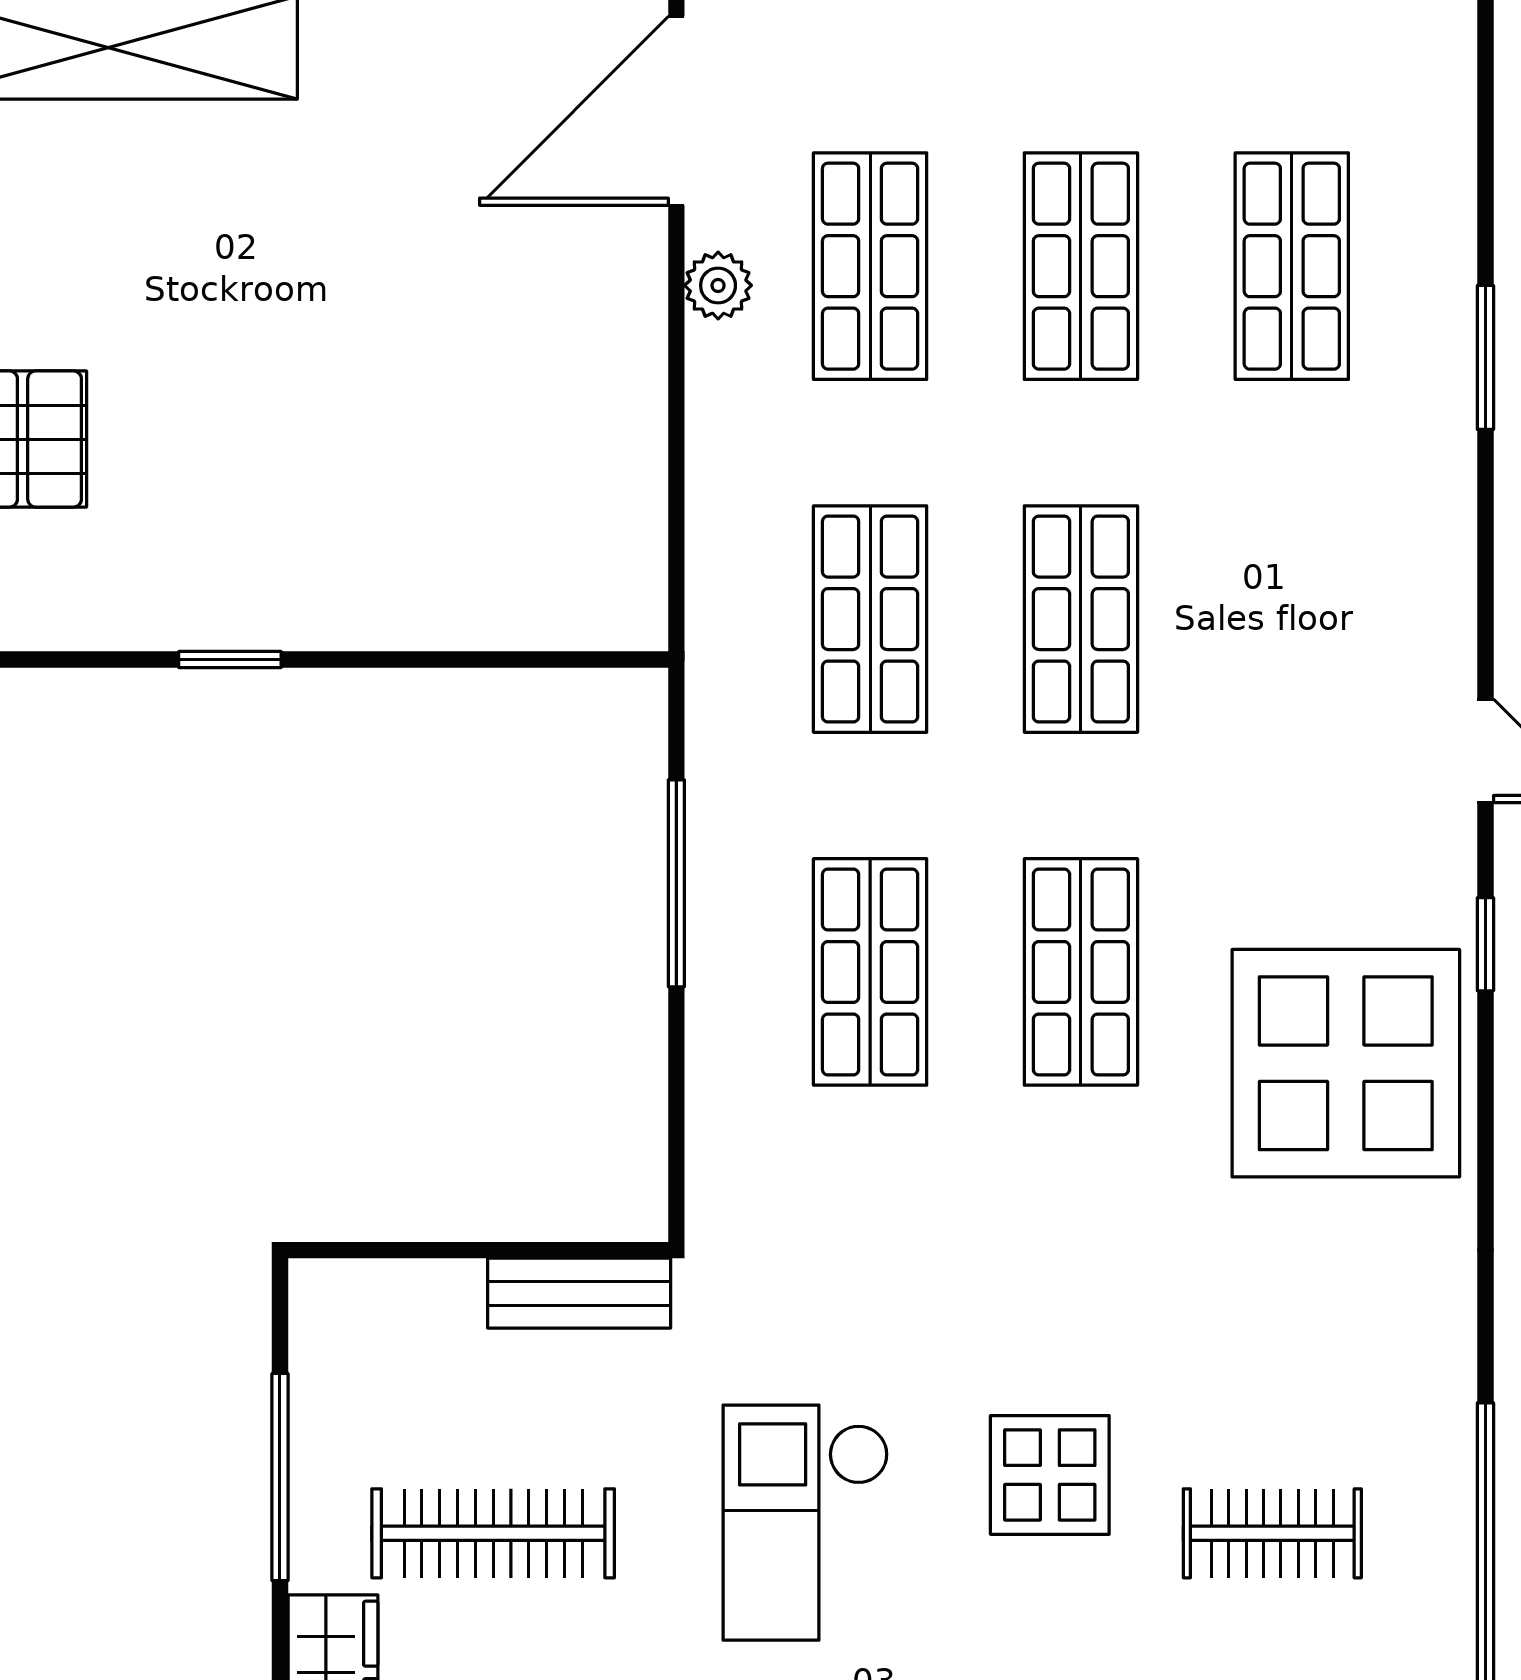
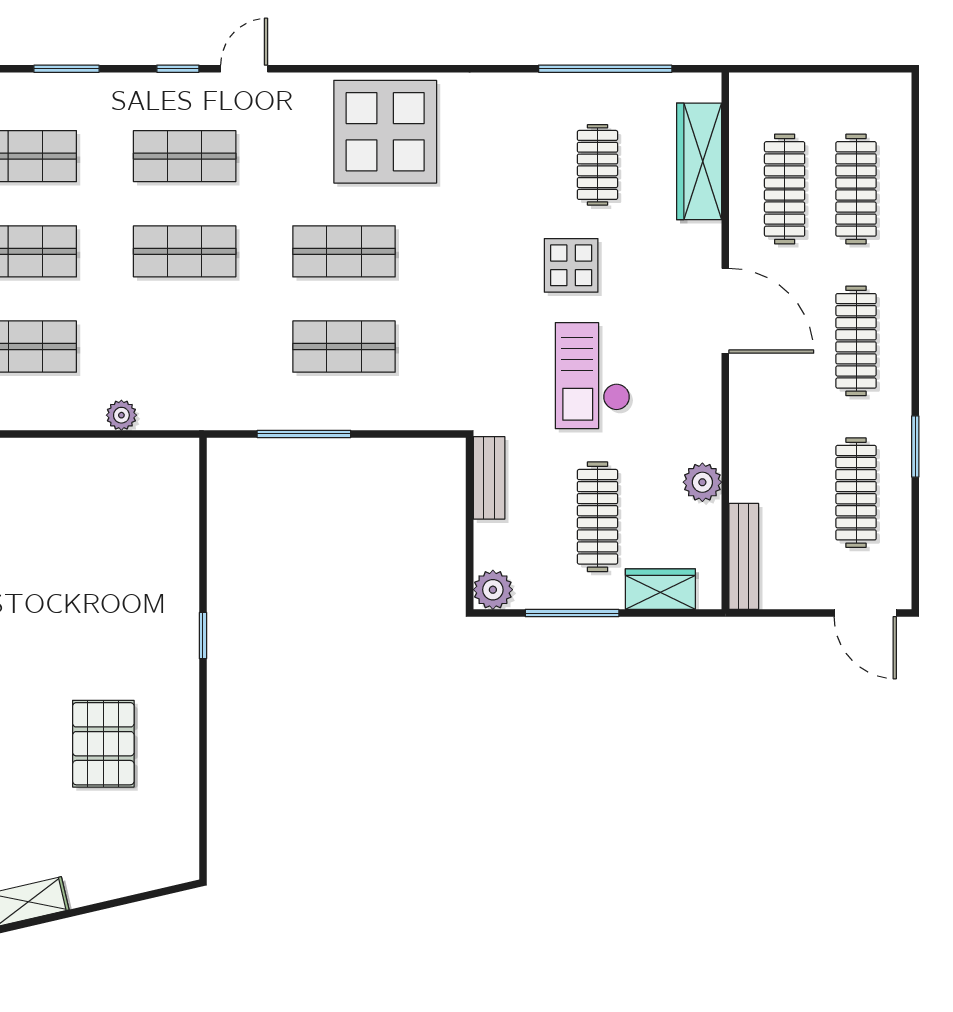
plant: (718, 285) -> (121, 415), moved
shop shelf: (870, 619) -> (185, 156), moved
window: (1485, 944) -> (178, 69), moved
plant: (332, 1302) -> (493, 590), added
checkout: (806, 1523) -> (593, 376), turned 90

